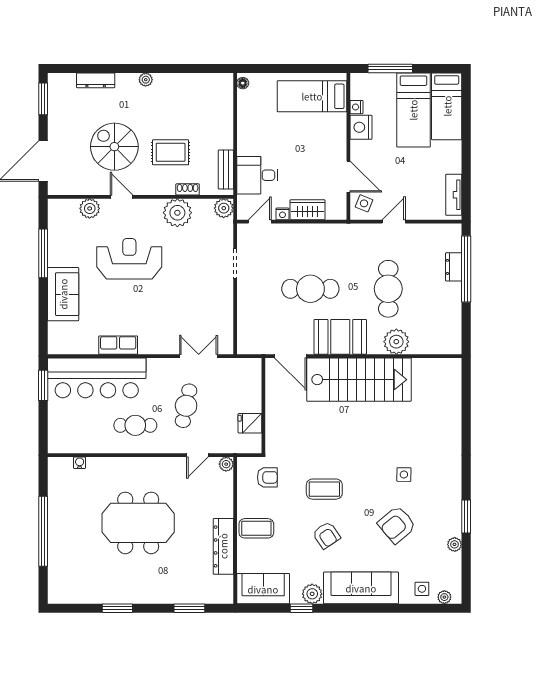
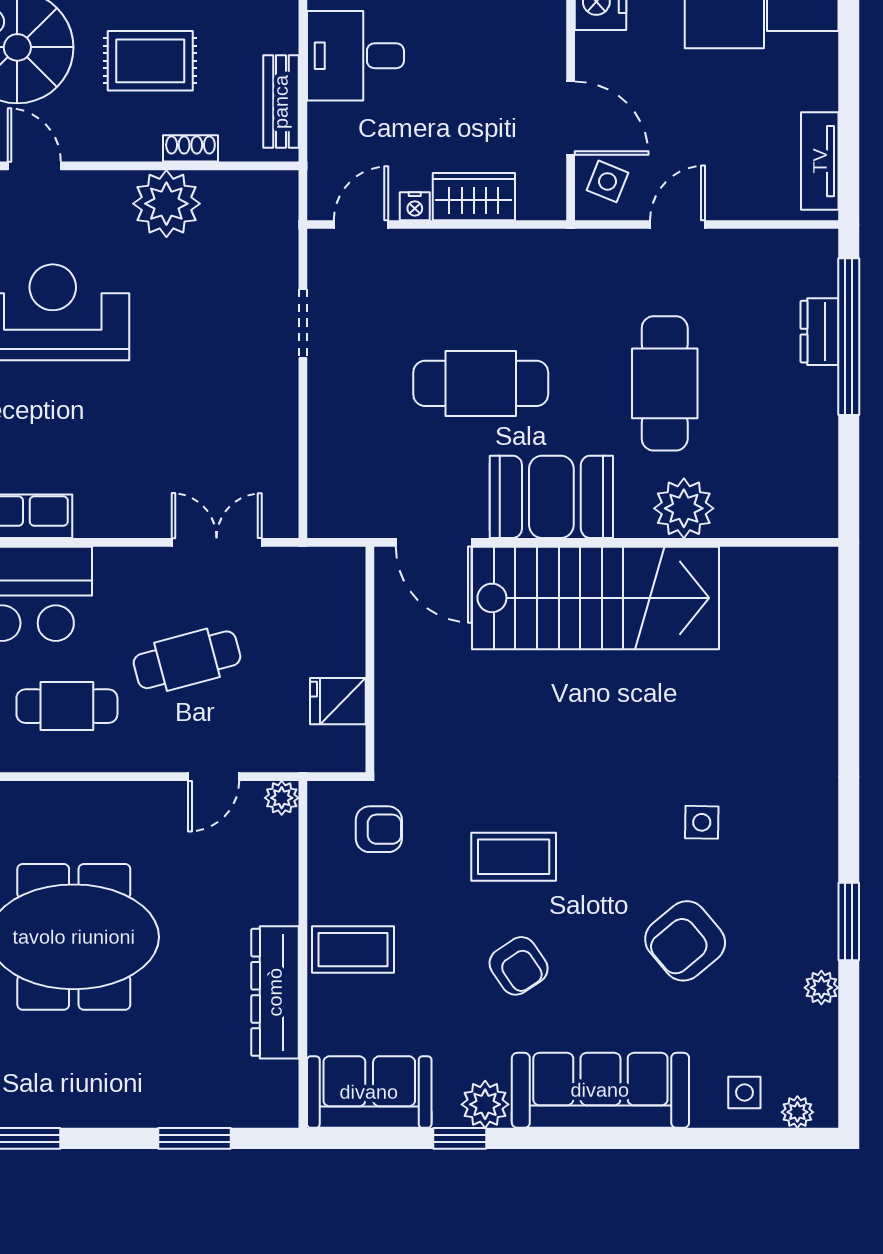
desk: (257, 175) -> (355, 56), moved
plant: (224, 208) -> (276, 193), removed
cafe table: (186, 406) -> (187, 660), turned 63

